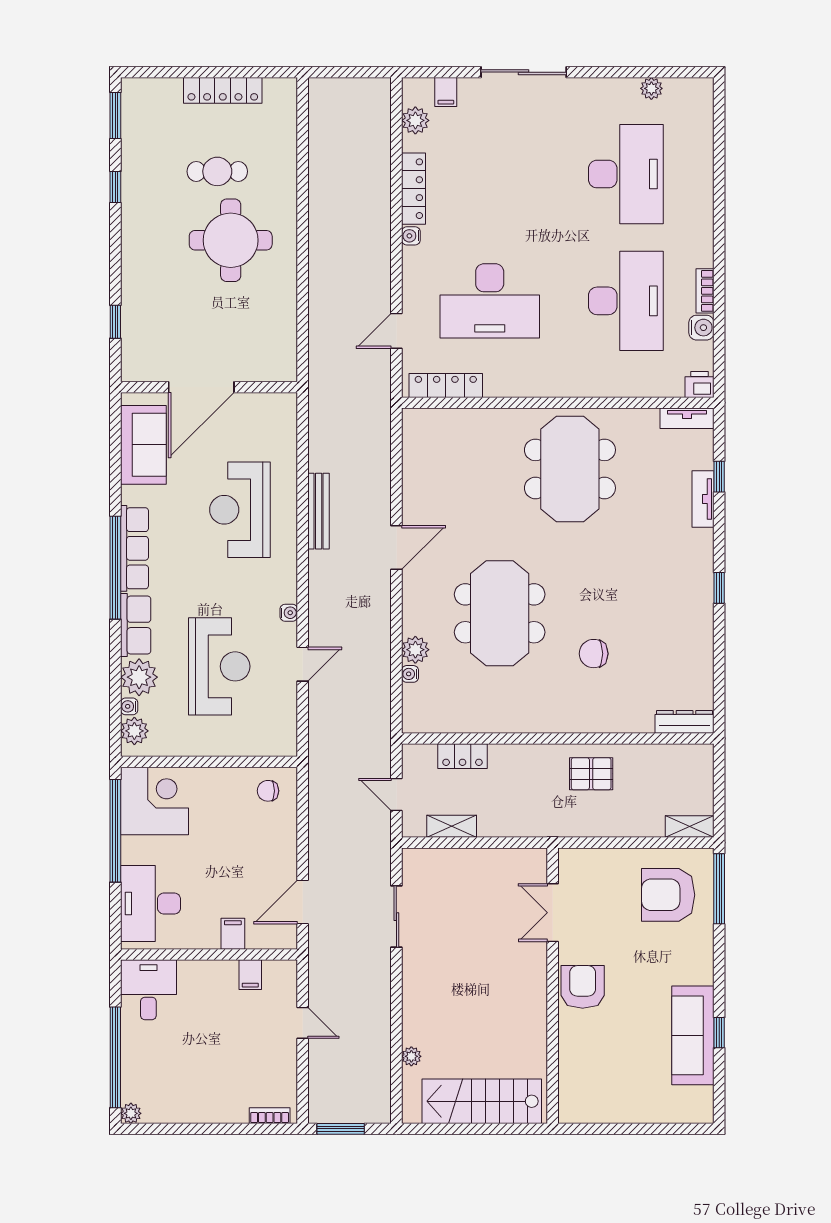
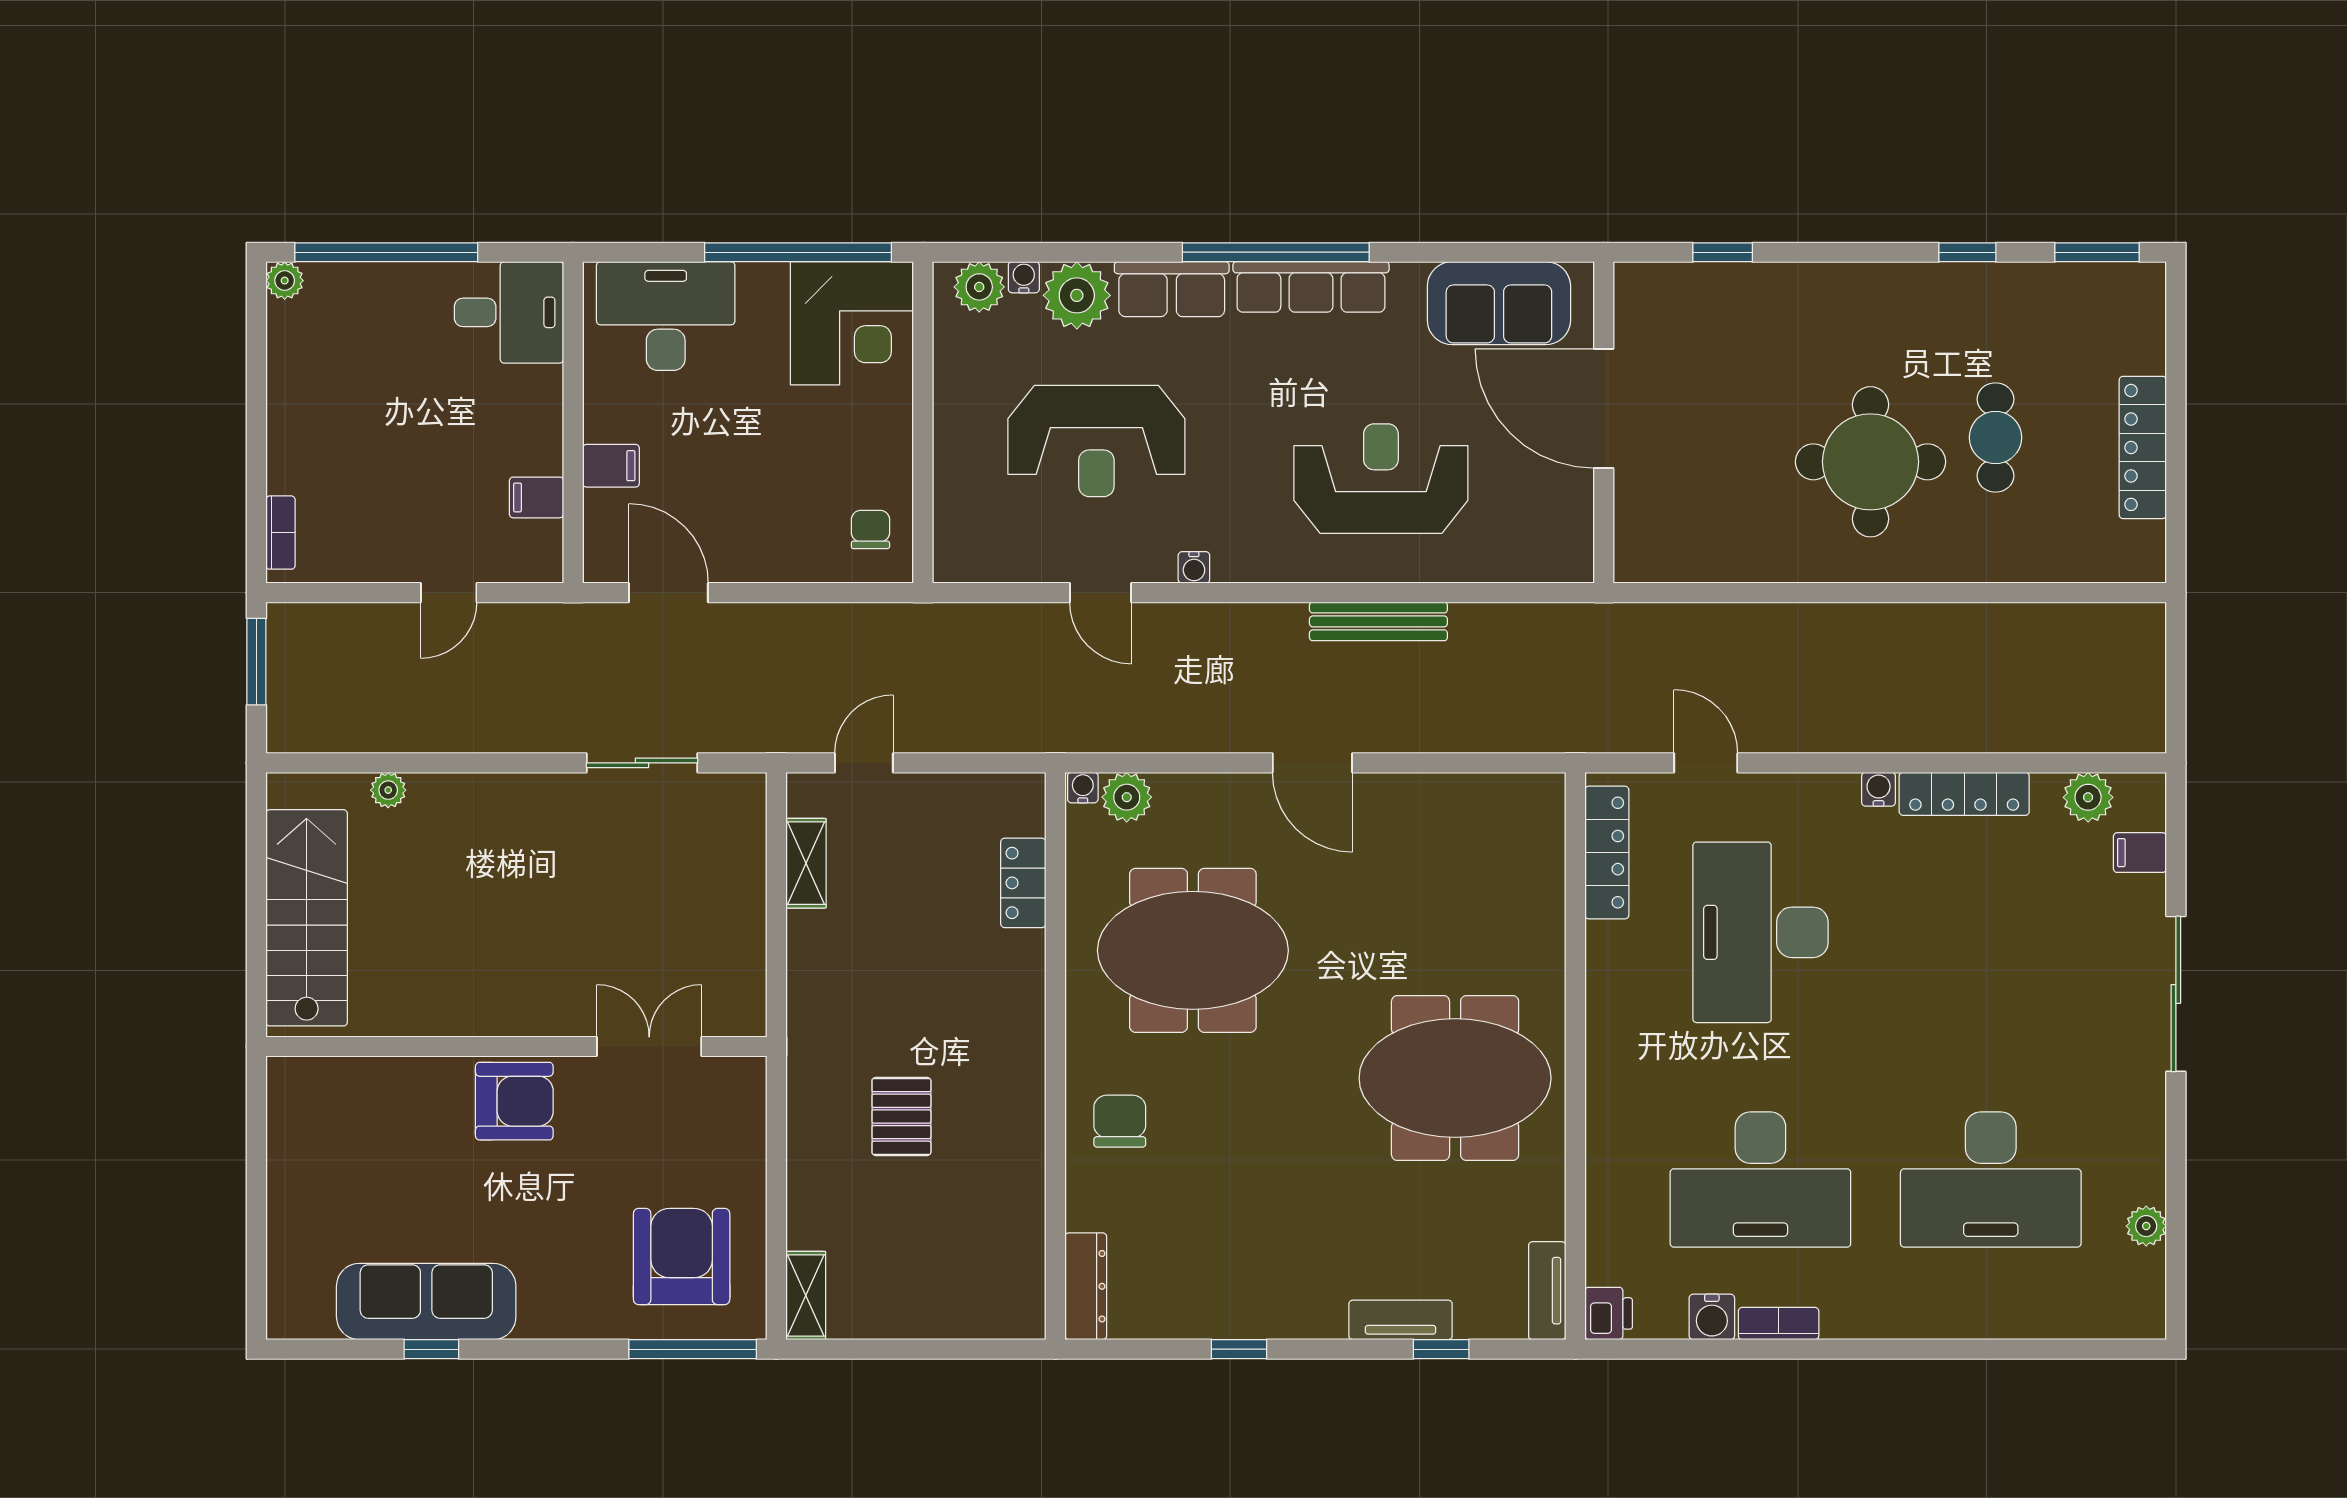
dresser: (685, 722) -> (1086, 1286), moved
wall: (558, 738) -> (1055, 1056), moved
locker: (462, 756) -> (1023, 883), moved

